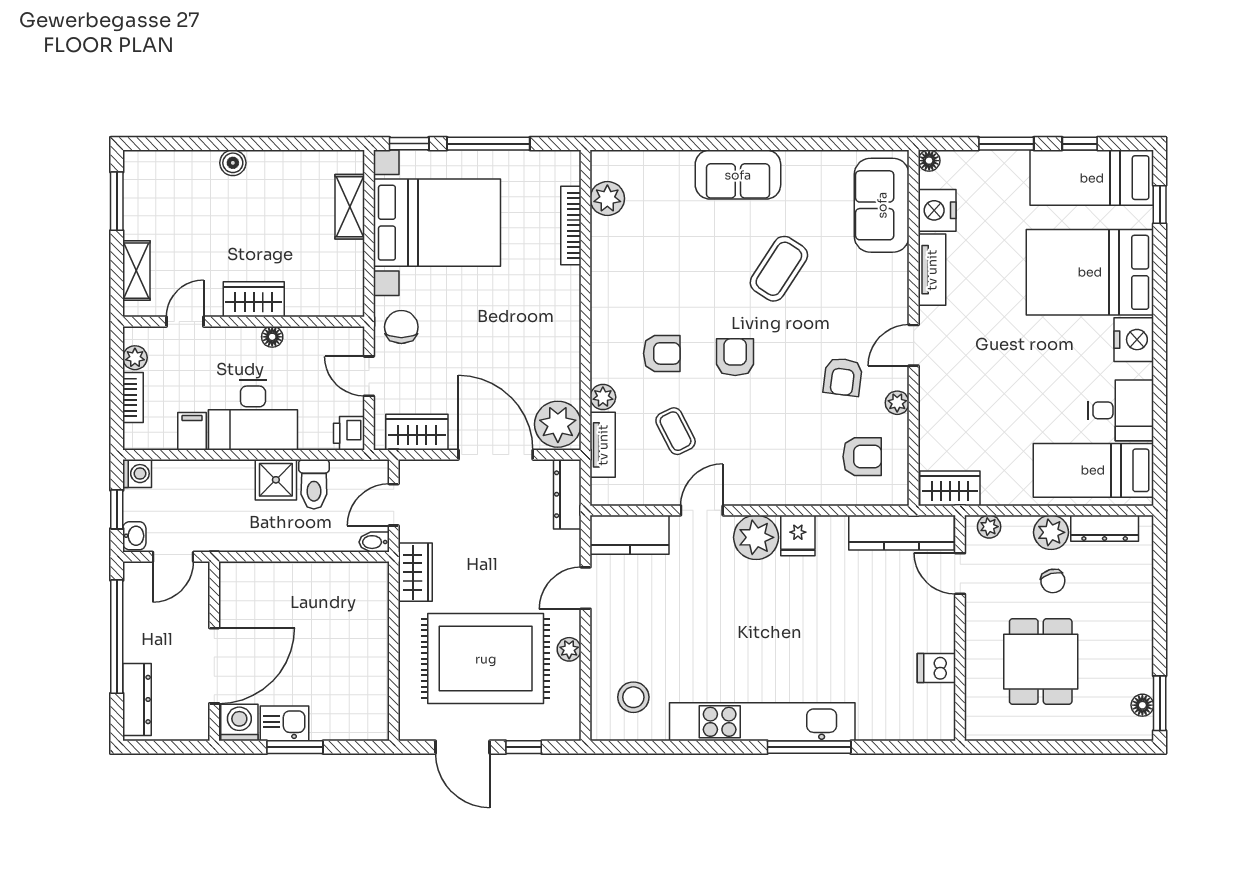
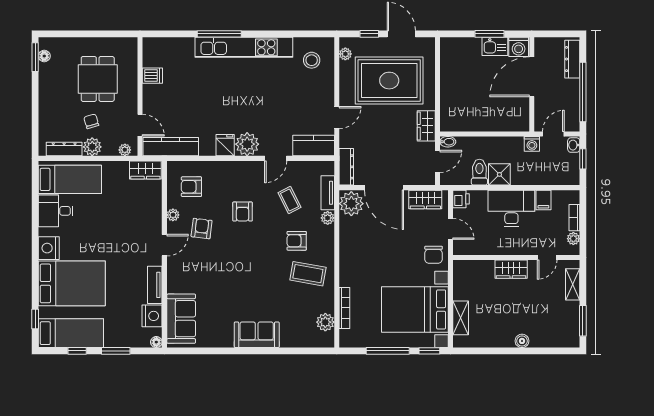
coffee table: (779, 269) -> (308, 274), moved, turned 67
floor lamp: (272, 337) -> (501, 250), removed
armchair: (735, 357) -> (243, 212), moved
washing machine: (137, 474) -> (532, 144), moved, turned -90
plant: (569, 649) -> (345, 54), moved

